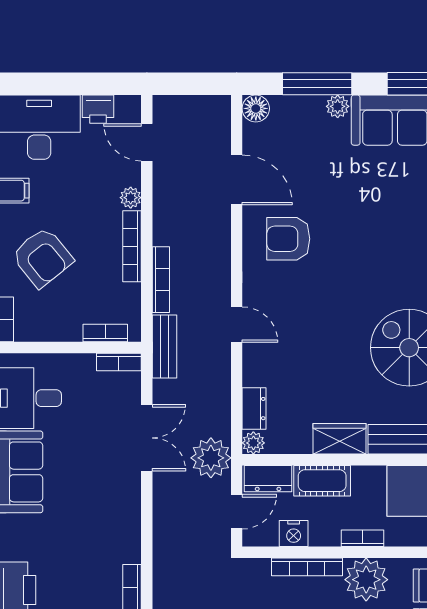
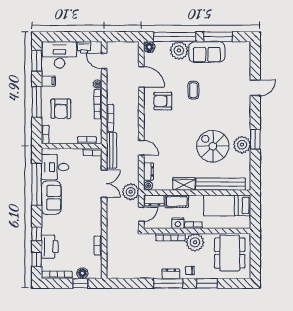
window: (317, 84) -> (175, 37), width x1.46
plant: (338, 106) -> (179, 50), width x1.88, depth x1.88
coffee table: (362, 213) -> (193, 90), added
armchair: (42, 257) -> (61, 109), turned 39
door: (237, 325) -> (141, 148), moved
bench: (165, 346) -> (111, 150), width x1.36
nightstand: (294, 534) -> (178, 223), moved

